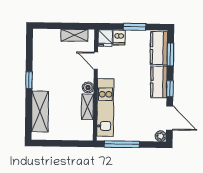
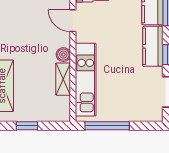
plant: (161, 136) -> (156, 115), removed
window: (58, 143) -> (27, 126), added

